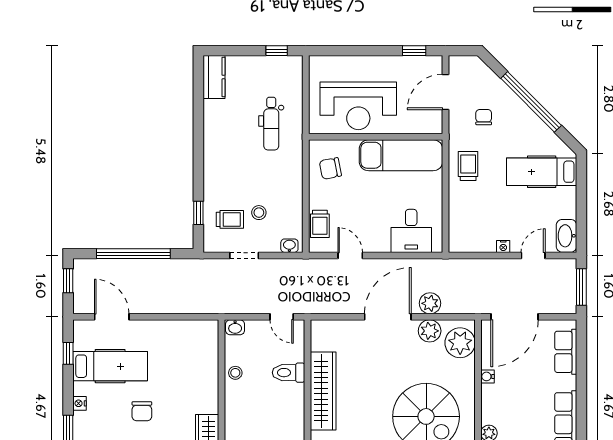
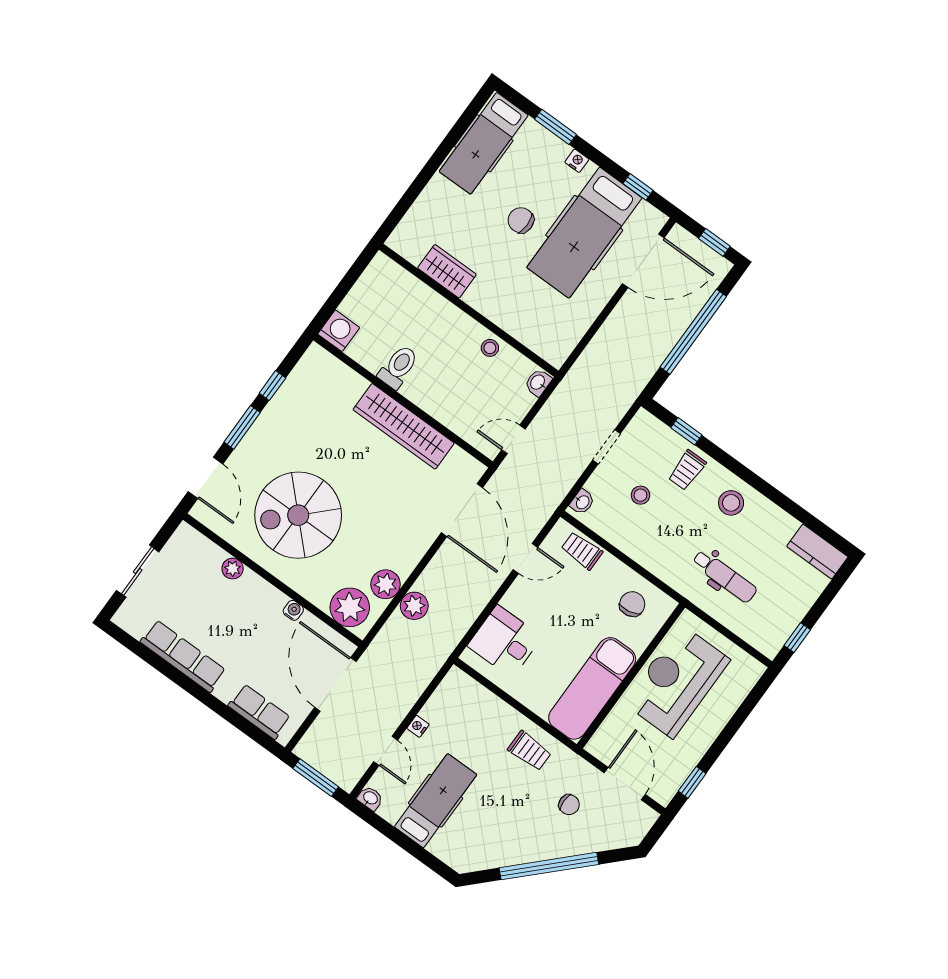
dental chair: (271, 124) -> (725, 576), turned 180
stool: (223, 153) -> (731, 503), added
hospital bed: (542, 172) -> (436, 801), moved
trolley: (230, 219) -> (687, 470), moved
washbasin: (566, 236) -> (370, 798), width x0.52, depth x0.69
door: (112, 317) -> (643, 261), width x1.36
door: (388, 317) -> (462, 510), moved
hospital bed: (110, 366) -> (584, 233), width x1.37, depth x1.29
toilet: (289, 373) -> (398, 367), moved

